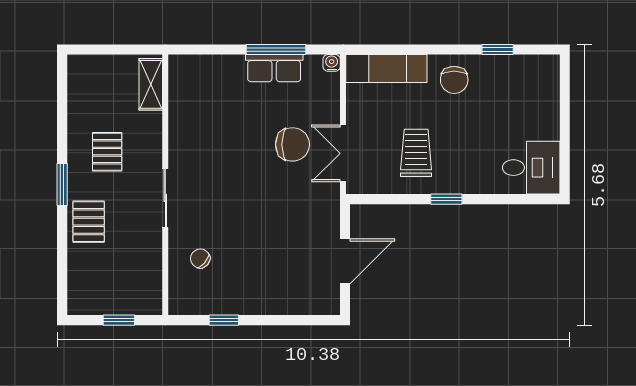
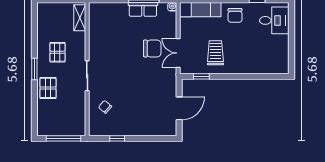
desk: (531, 168) -> (274, 20), moved
window: (446, 199) -> (201, 76), moved
window: (119, 320) -> (63, 138), width x2.17

